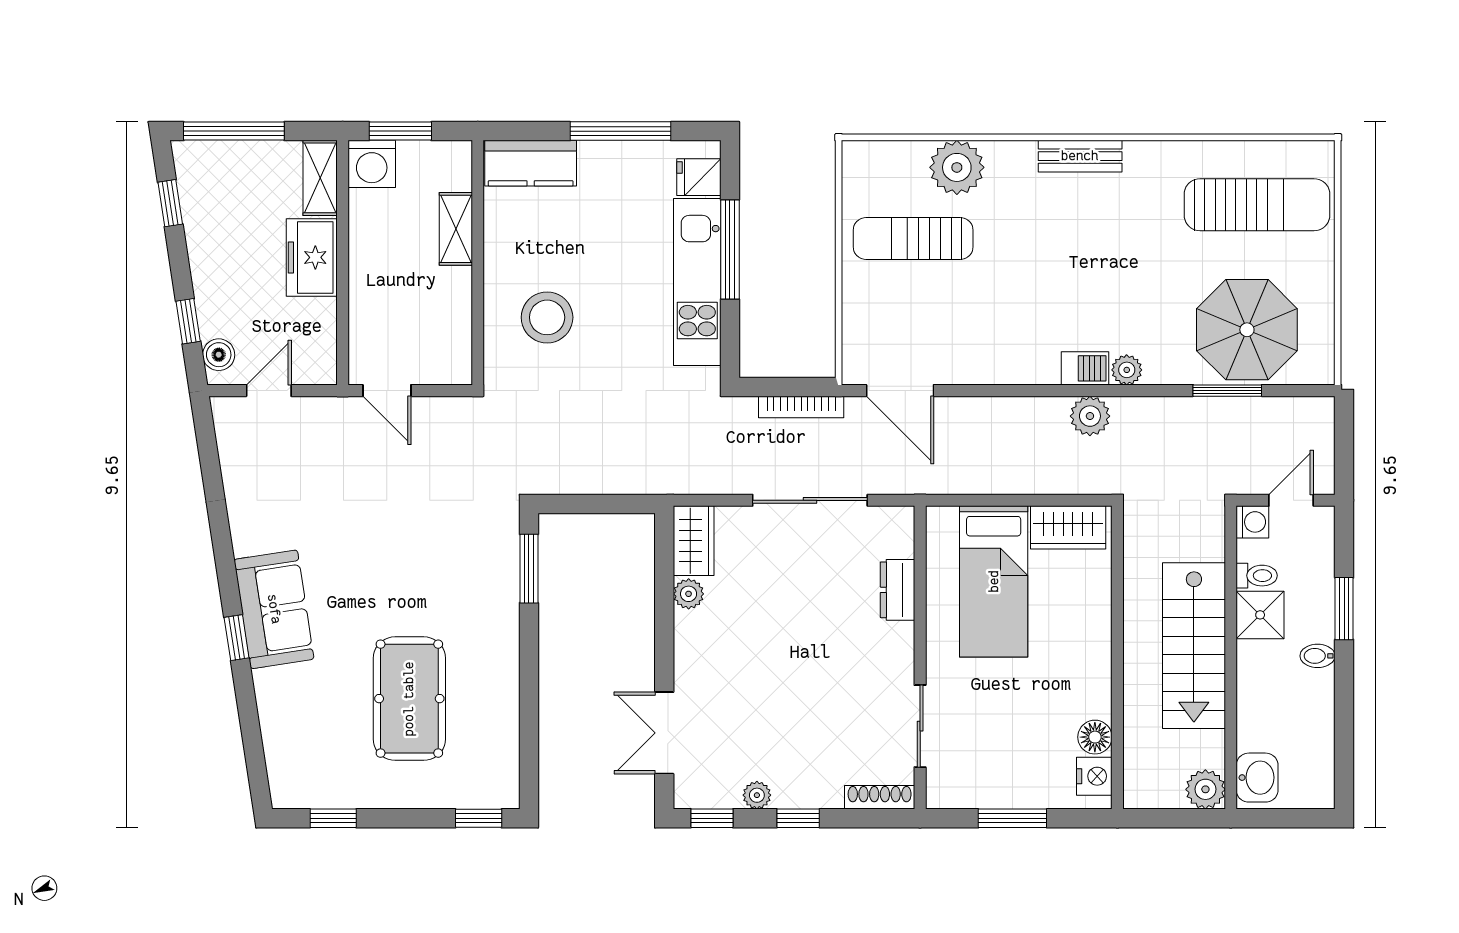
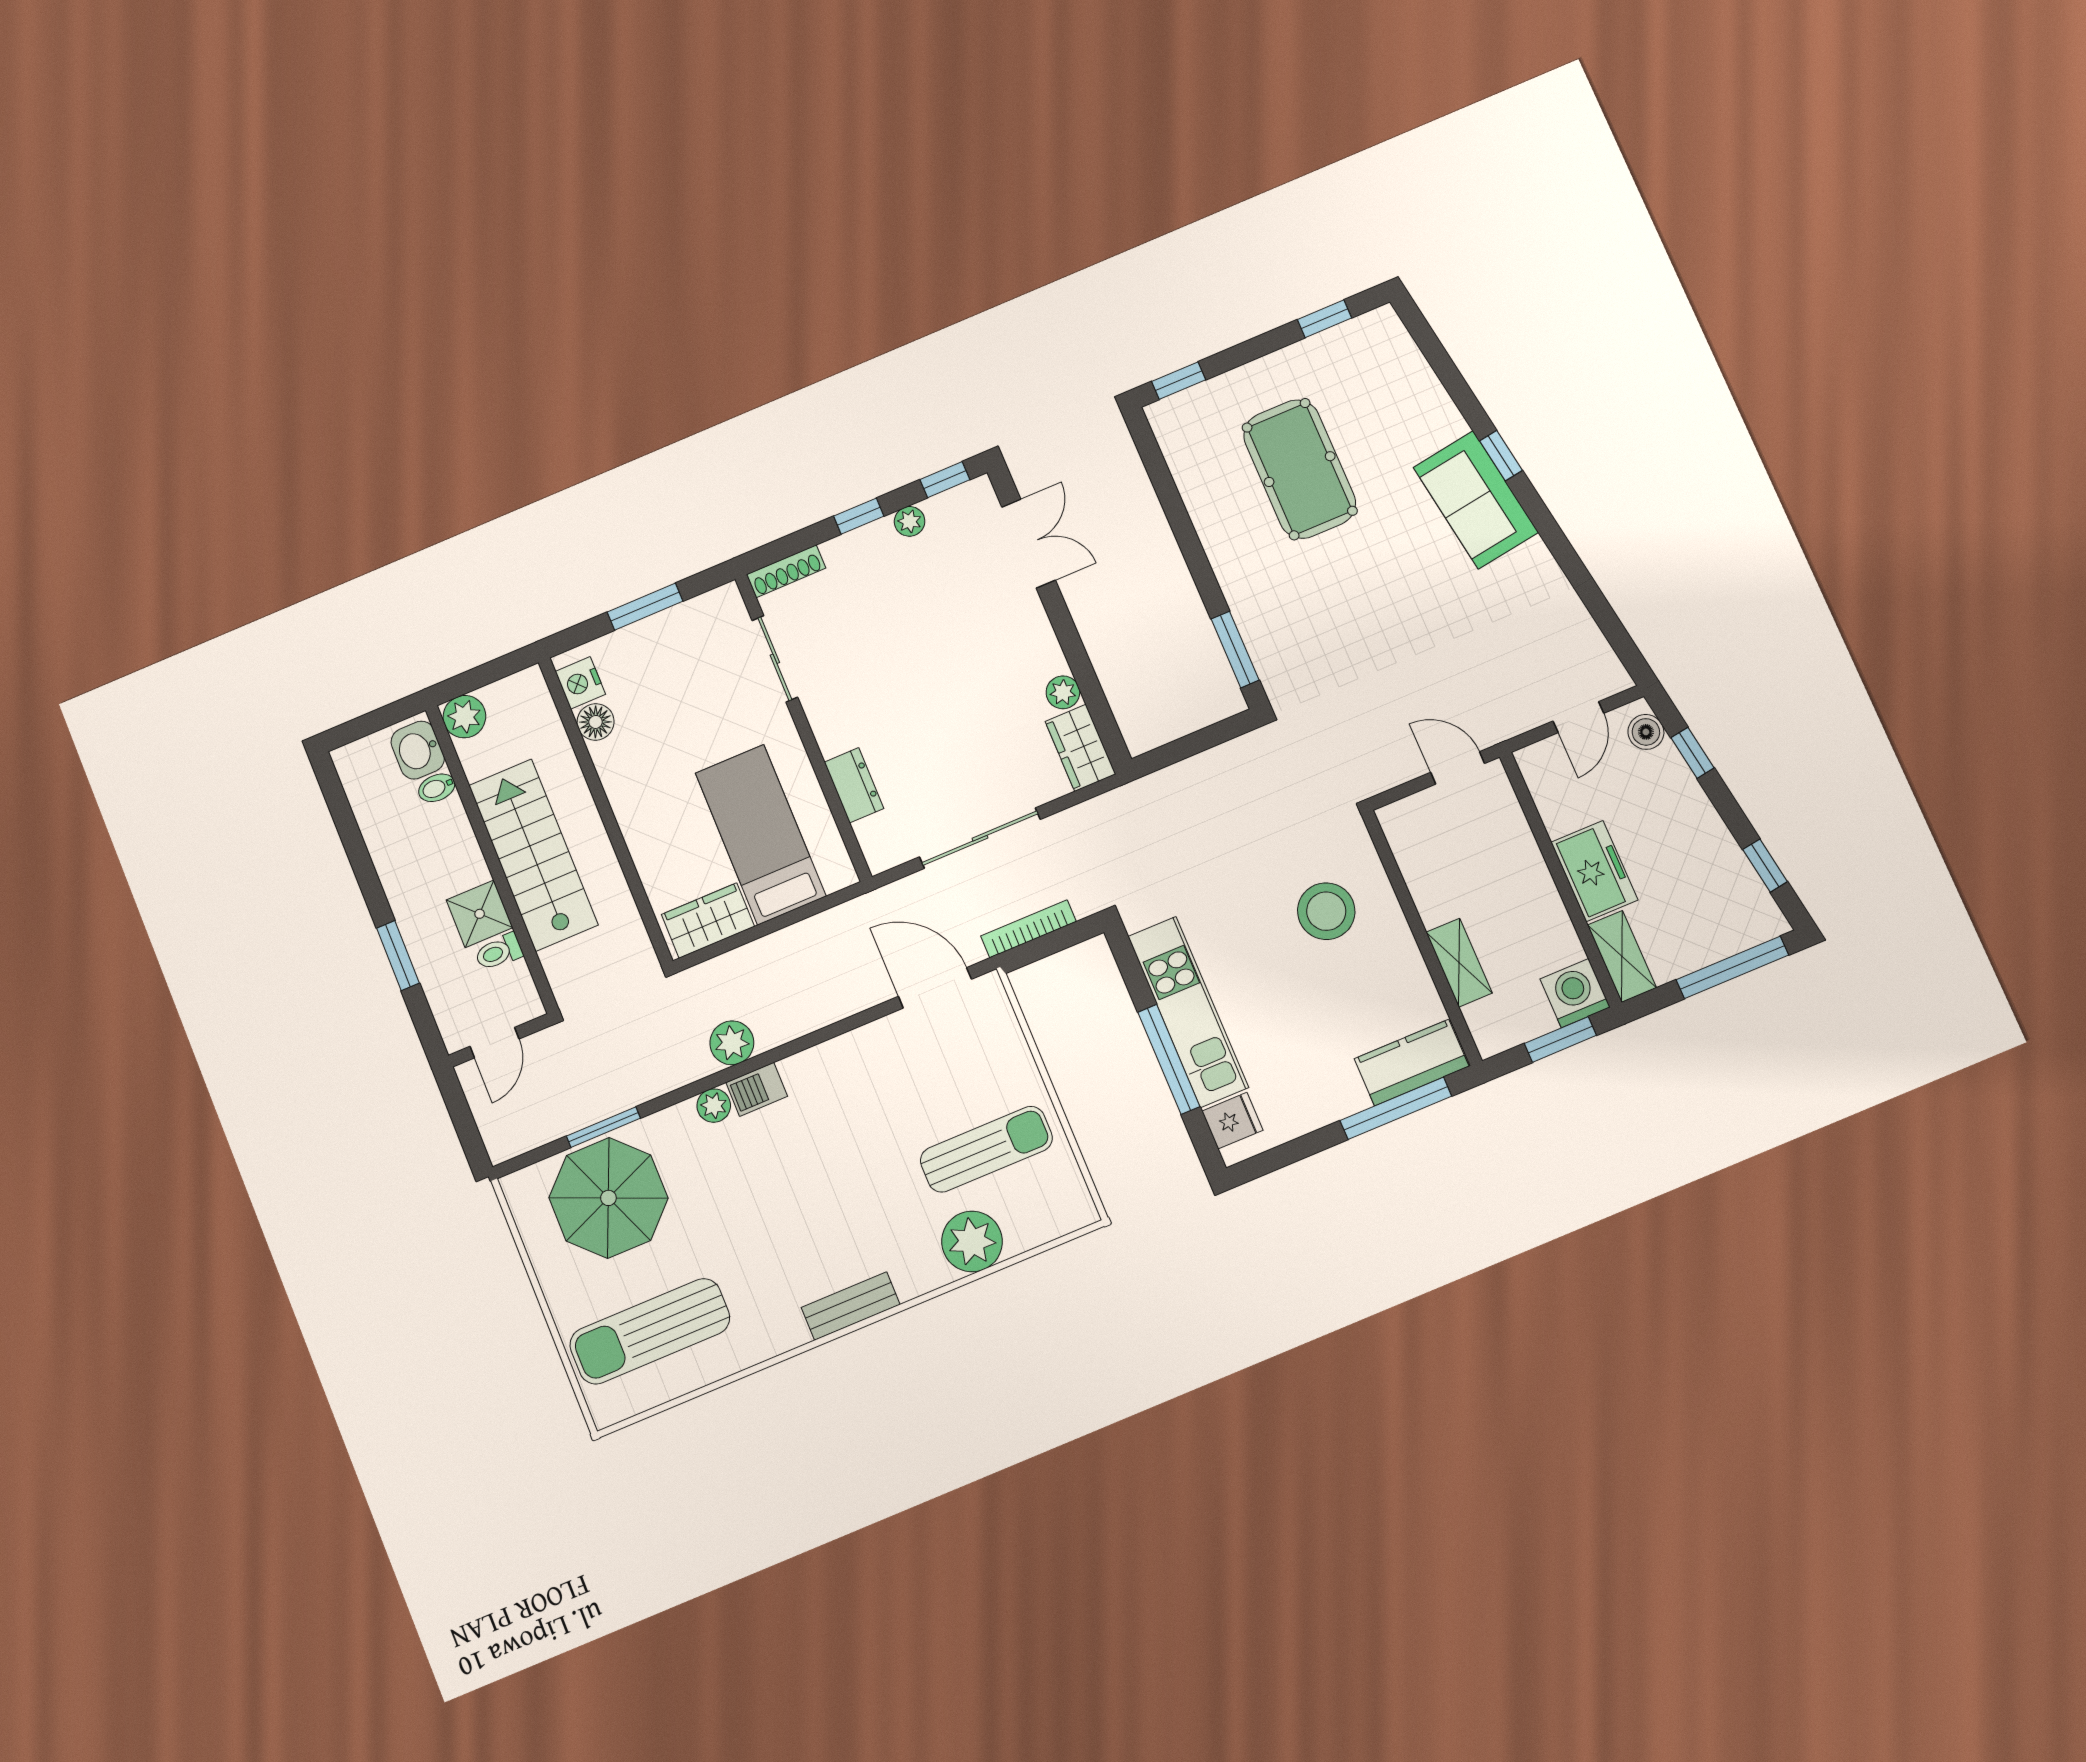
window: (620, 131) -> (1396, 1108), moved
washing machine: (1252, 522) -> (525, 1004), removed
bidet: (1318, 656) -> (437, 788), moved, turned 180

